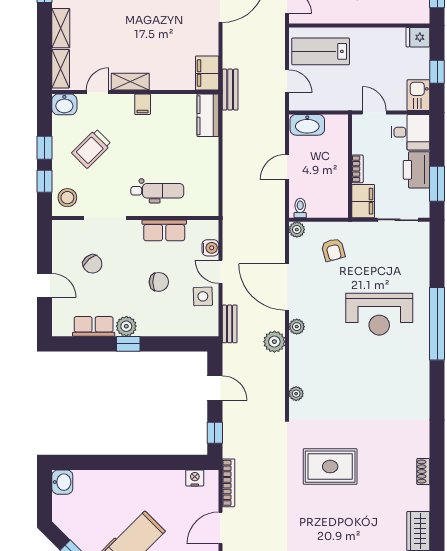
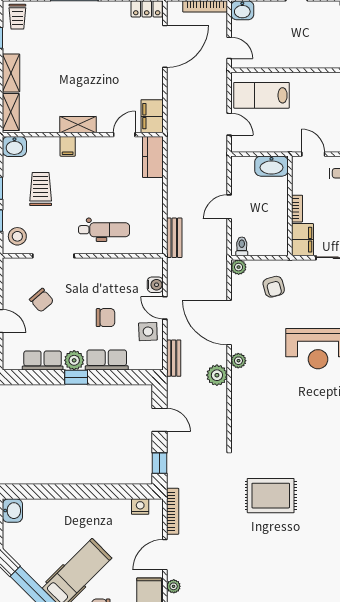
bench: (230, 90) -> (174, 238), moved
door: (98, 92) -> (124, 135), moved
filing cabinet: (143, 104) -> (68, 146), moved
washbasin: (307, 125) -> (271, 166), moved
trolley: (91, 149) -> (41, 189), turned 135
row of seats: (164, 230) -> (107, 360), moved, turned 180
plant: (296, 394) -> (238, 425), removed

